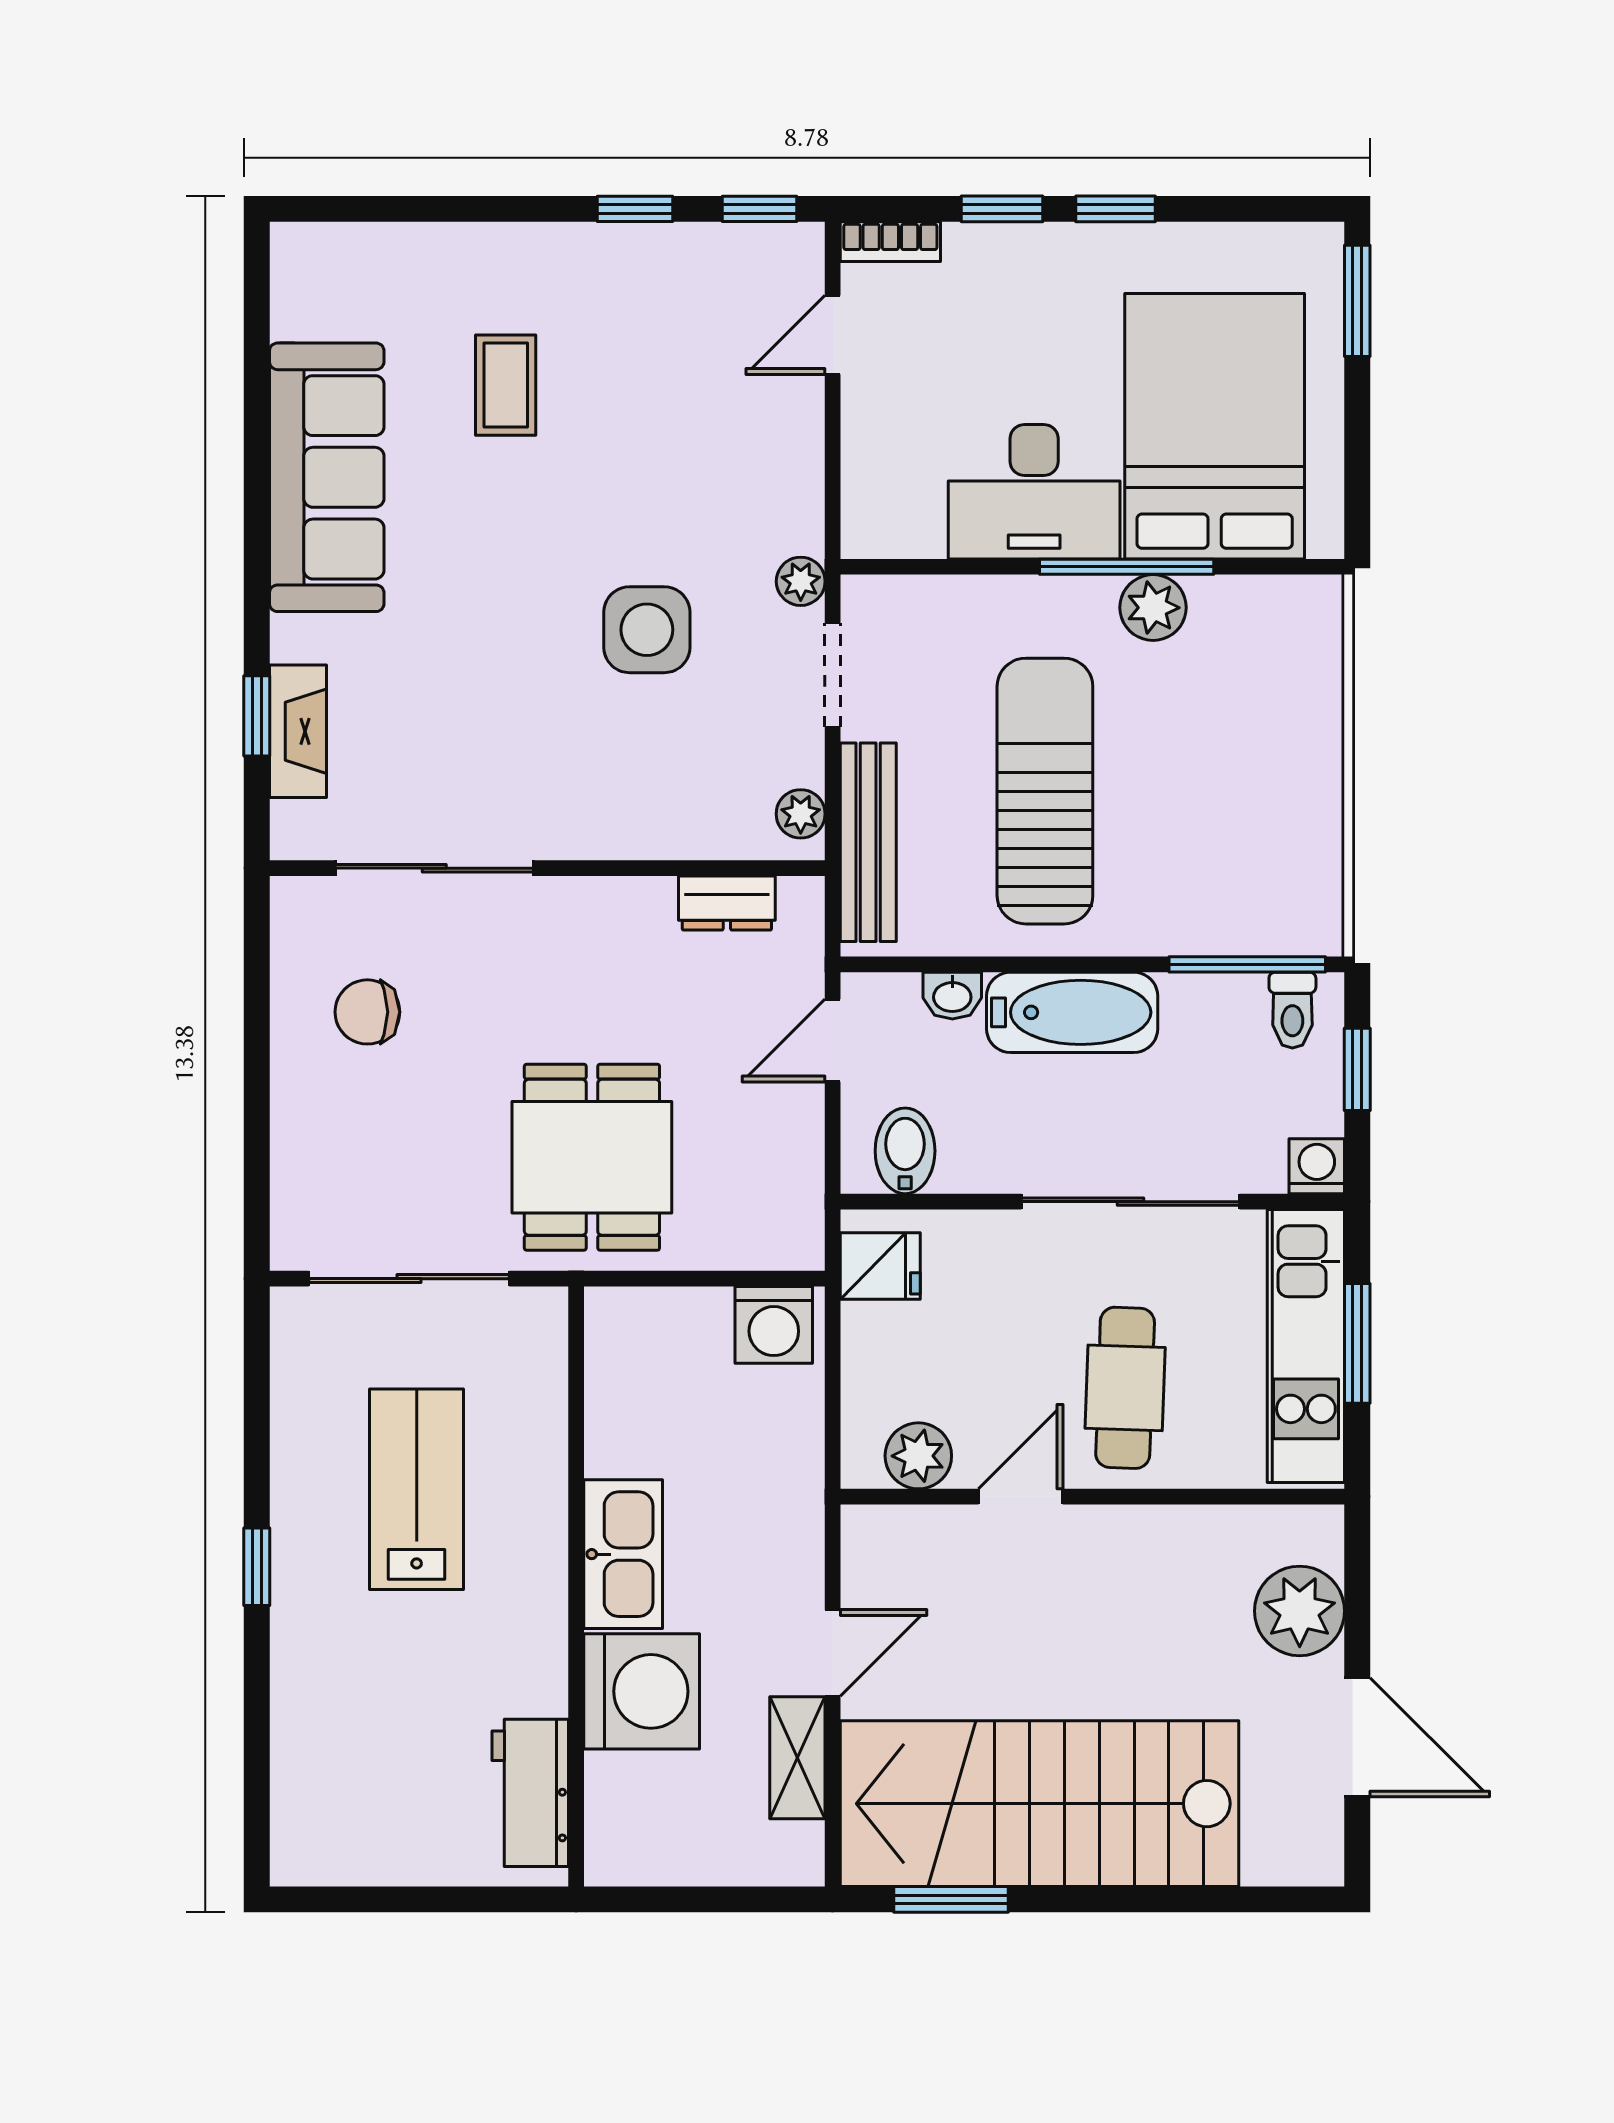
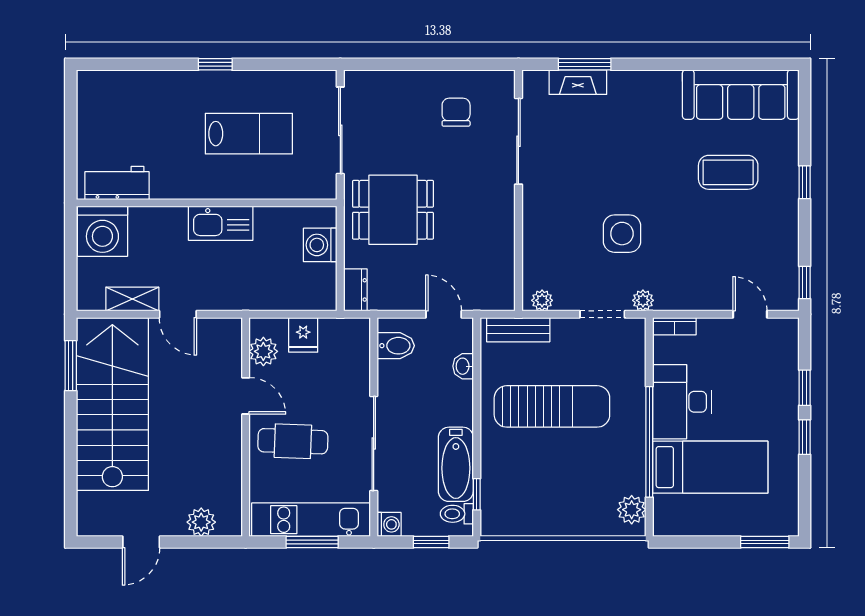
window: (635, 209) -> (805, 182), moved
bookcase: (890, 242) -> (674, 326), moved, turned -90
coffee table: (506, 385) -> (728, 172), width x1.36, depth x1.30
bed: (1215, 426) -> (710, 467), width x0.67
sofa: (327, 477) -> (741, 95), moved
window: (1127, 567) -> (649, 442), width x1.46
plant: (1153, 608) -> (632, 510), moved
window: (257, 716) -> (585, 64), width x1.50
bench: (868, 842) -> (518, 330), width x0.73
dresser: (727, 903) -> (355, 290), moved, turned 180
window: (1247, 964) -> (477, 494), width x0.46
bathtub: (1072, 1012) -> (456, 464), moved
fridge: (880, 1266) -> (303, 335), moved
washing machine: (774, 1325) -> (320, 245), moved
plant: (1300, 1611) -> (201, 522), width x0.73, depth x0.73
washing machine: (642, 1691) -> (102, 231), moved
door: (1357, 1737) -> (141, 542), width x0.73

